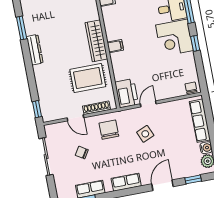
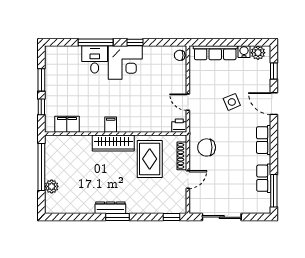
window: (22, 28) -> (118, 217), moved
filing cabinet: (115, 46) -> (111, 125), moved
printer: (127, 93) -> (179, 126), width x0.53, depth x0.68
side table: (145, 134) -> (232, 102), moved
chair: (82, 153) -> (225, 180), removed

